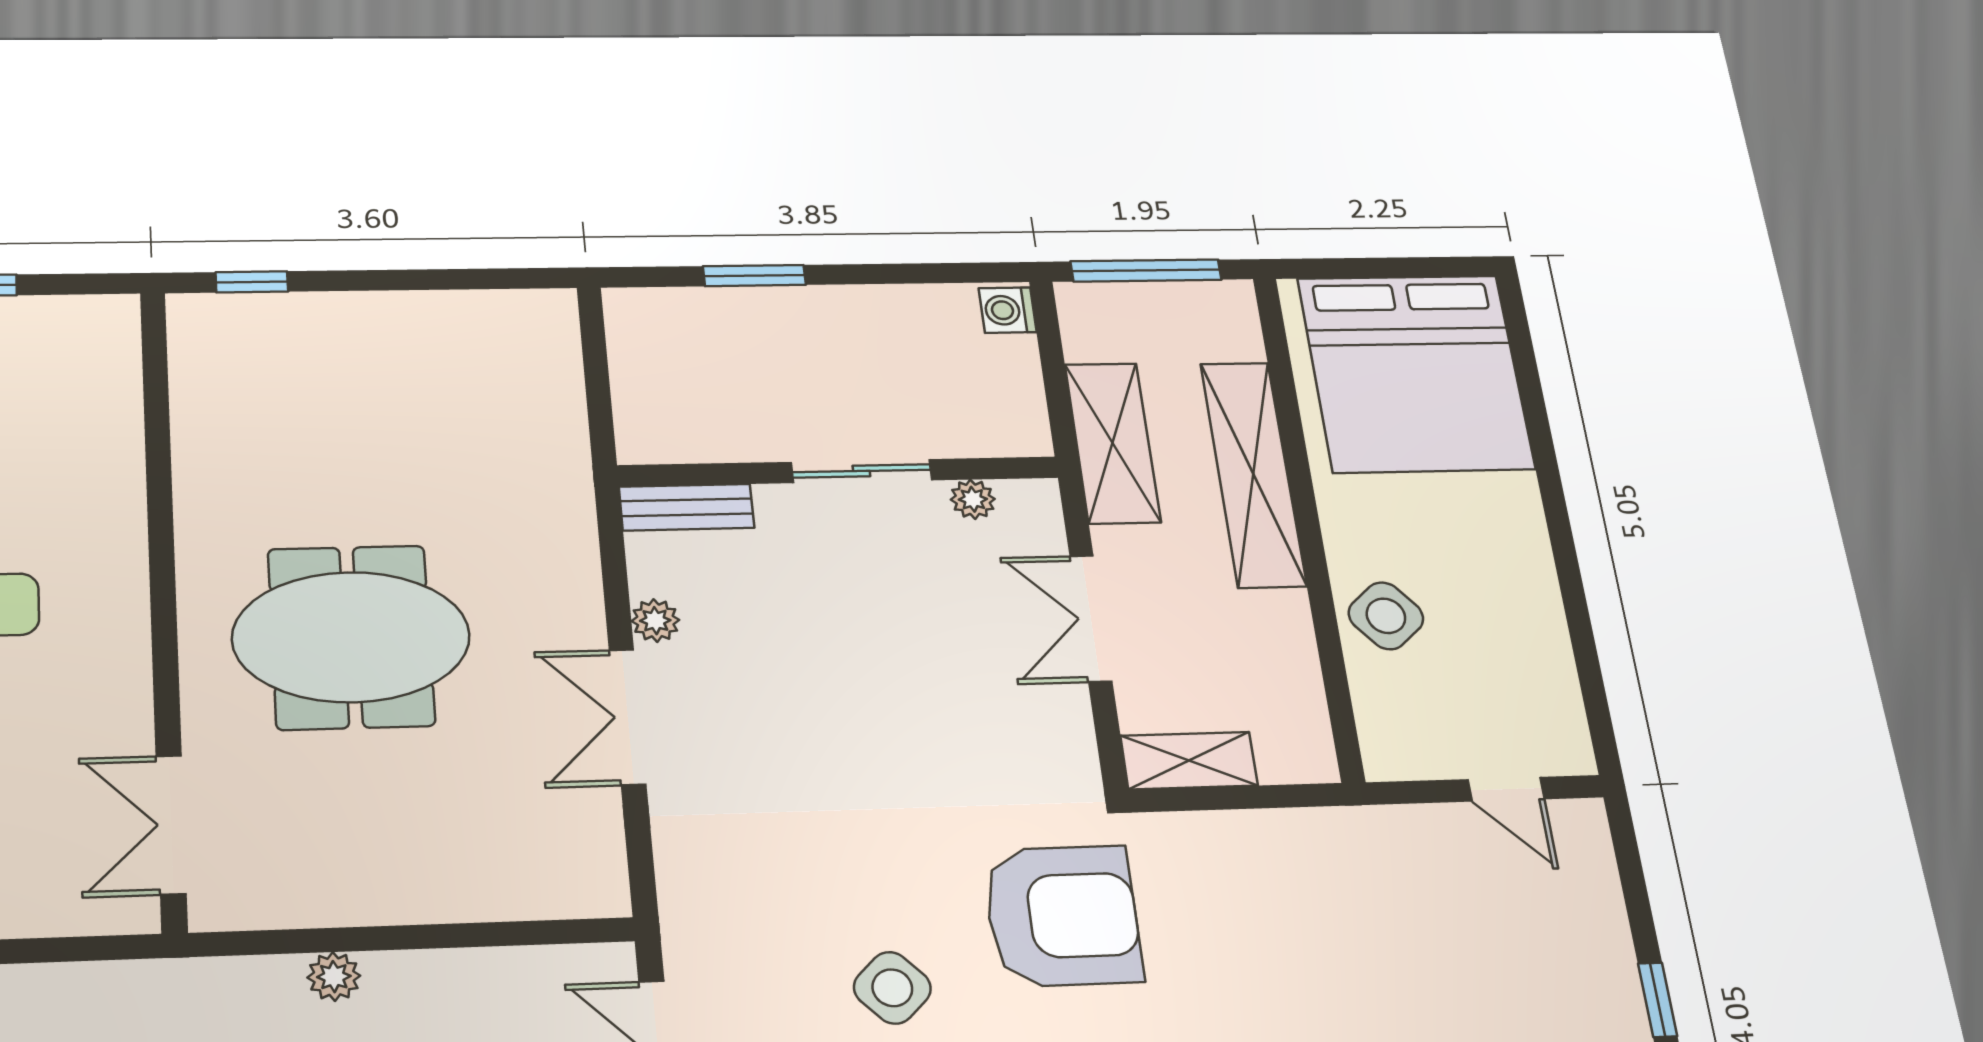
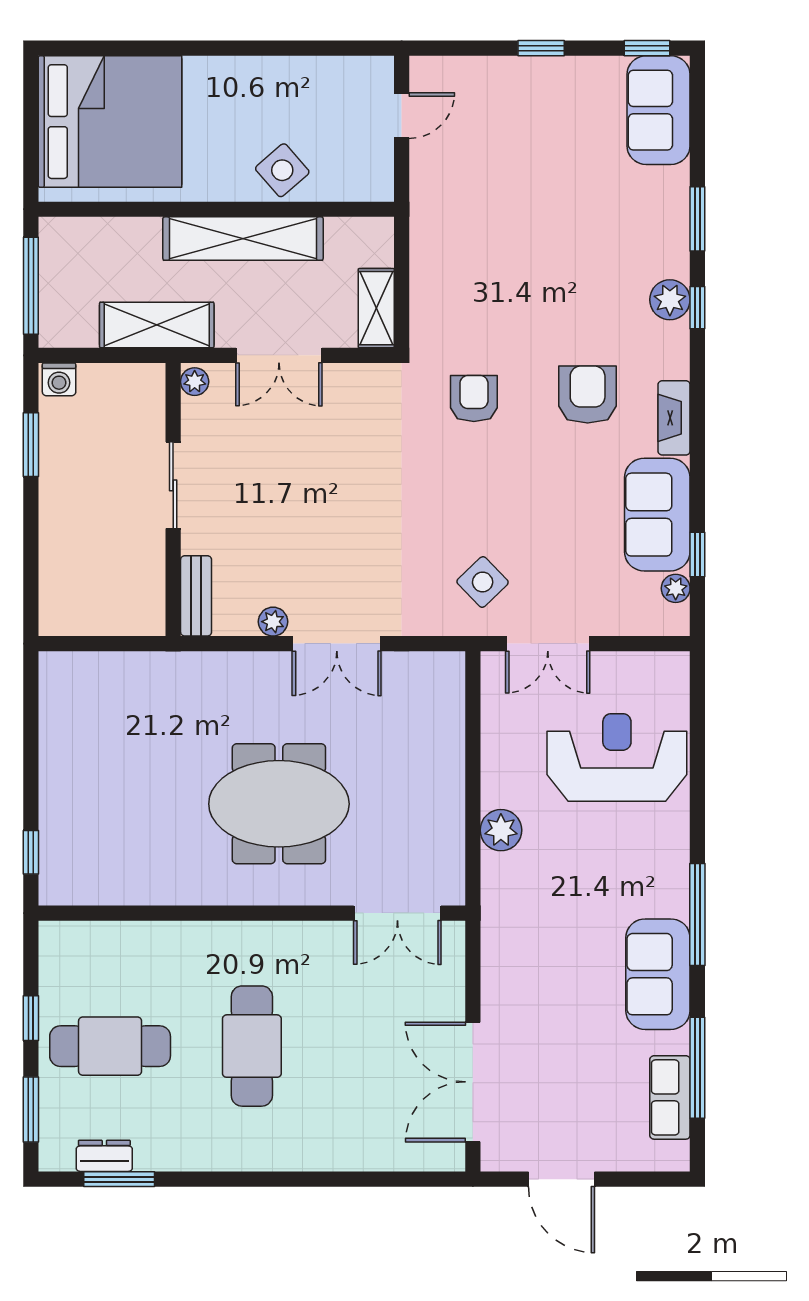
window: (754, 276) -> (31, 445), moved
shelving: (1253, 474) -> (243, 239), moved
plant: (973, 499) -> (195, 382), moved
meeting table: (351, 637) -> (279, 804), turned 90
armchair: (1062, 916) -> (474, 398), width x0.53, depth x0.53
plant: (334, 977) -> (501, 830), width x1.38, depth x1.38
side table: (892, 988) -> (483, 582), moved

